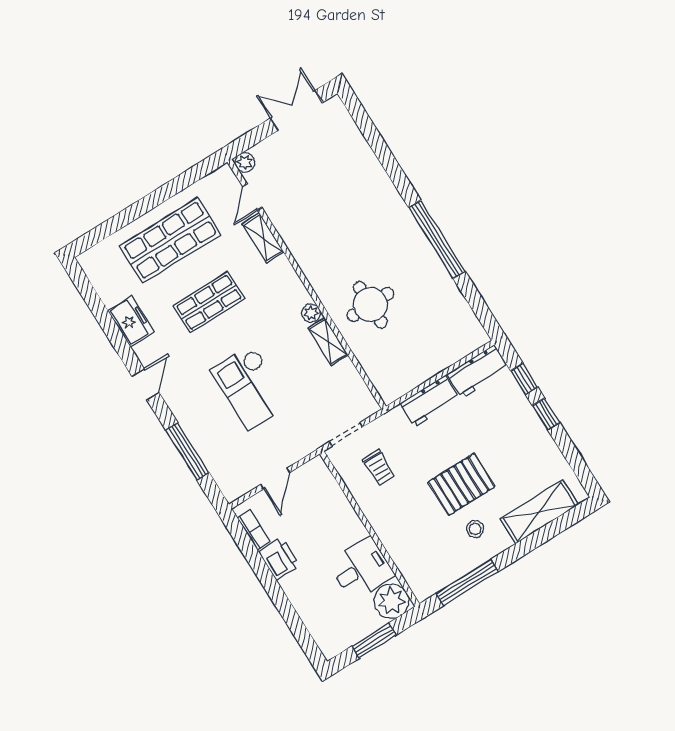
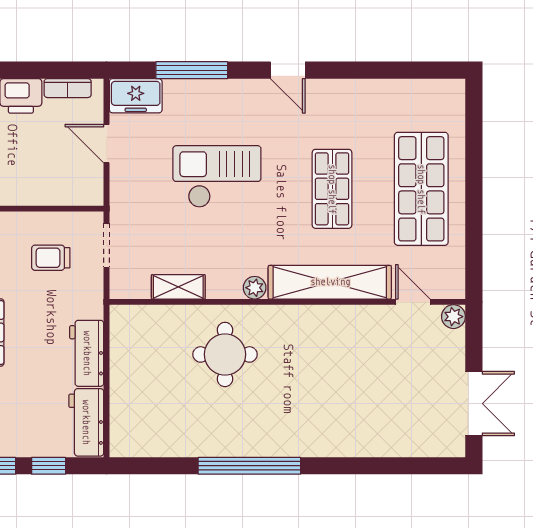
shelving: (263, 238) -> (330, 282), width x2.20, depth x1.33
freezer: (131, 321) -> (136, 96), moved
shelving: (328, 342) -> (178, 287), moved

